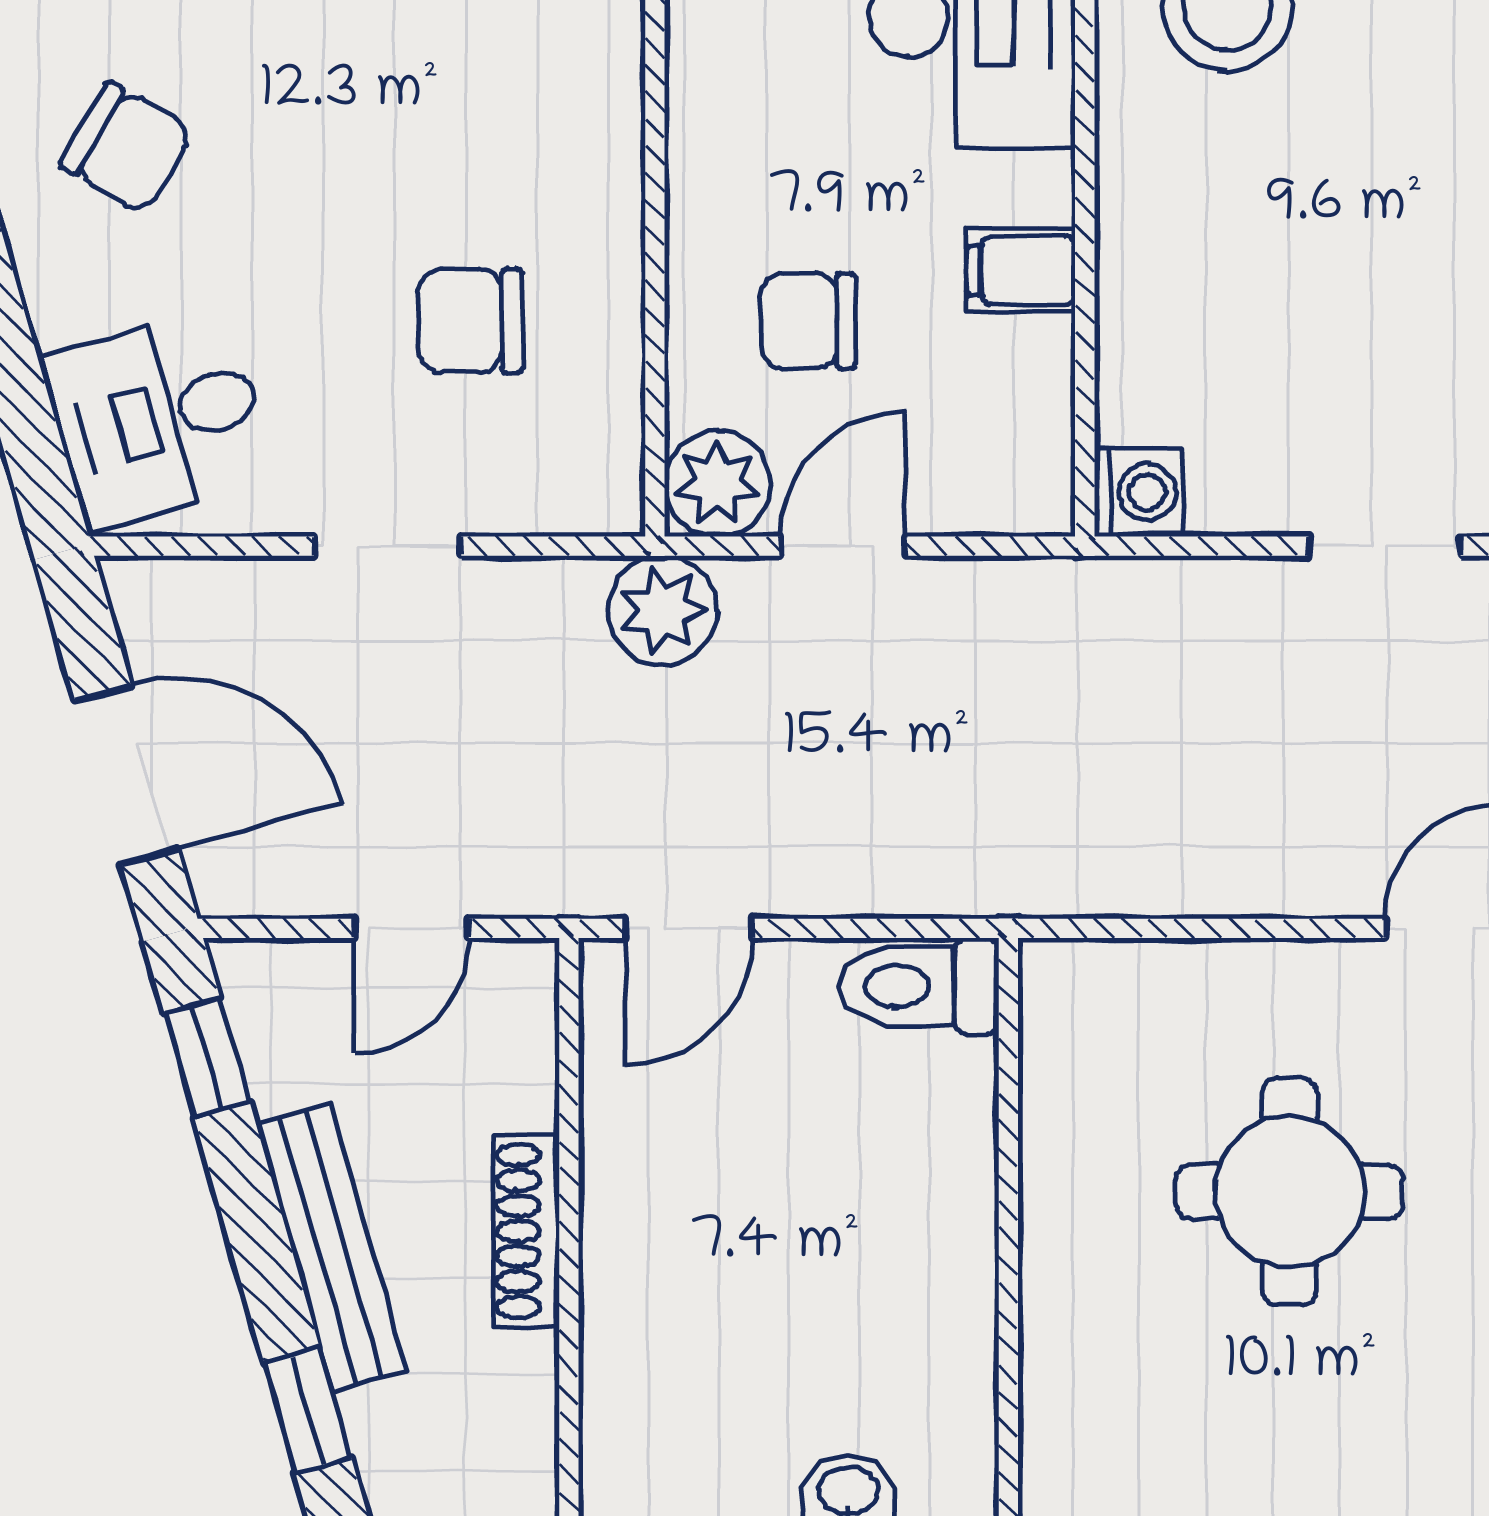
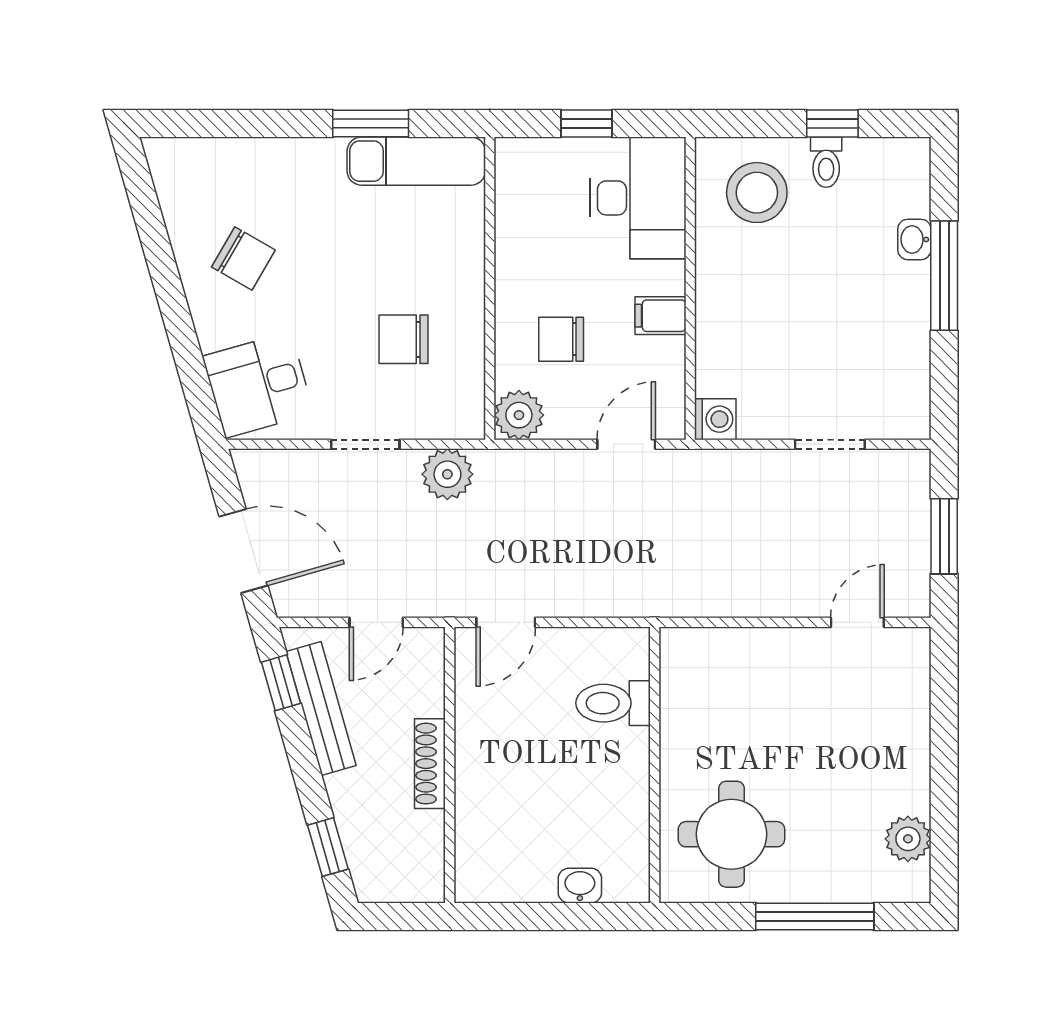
door: (843, 546) -> (626, 444), moved
plant: (662, 610) -> (447, 474), moved
toilet: (919, 986) -> (613, 703), moved
round table: (1290, 1192) -> (731, 834), moved
bench: (331, 1247) -> (321, 709), moved

